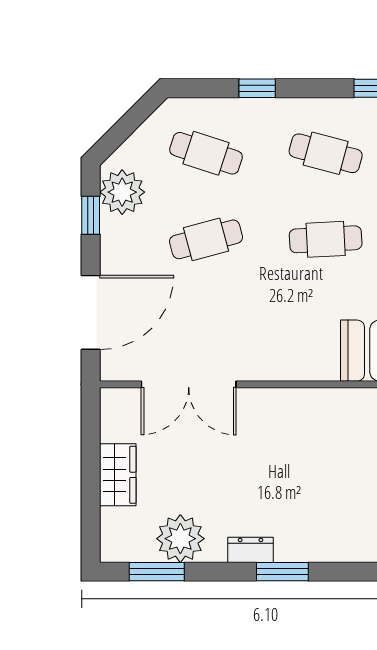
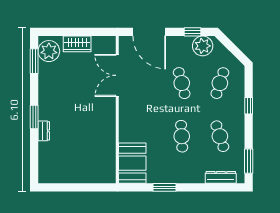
cafe table: (326, 153) -> (220, 136), turned -33
plant: (180, 539) -> (49, 51), moved
dresser: (250, 550) -> (44, 131), moved

